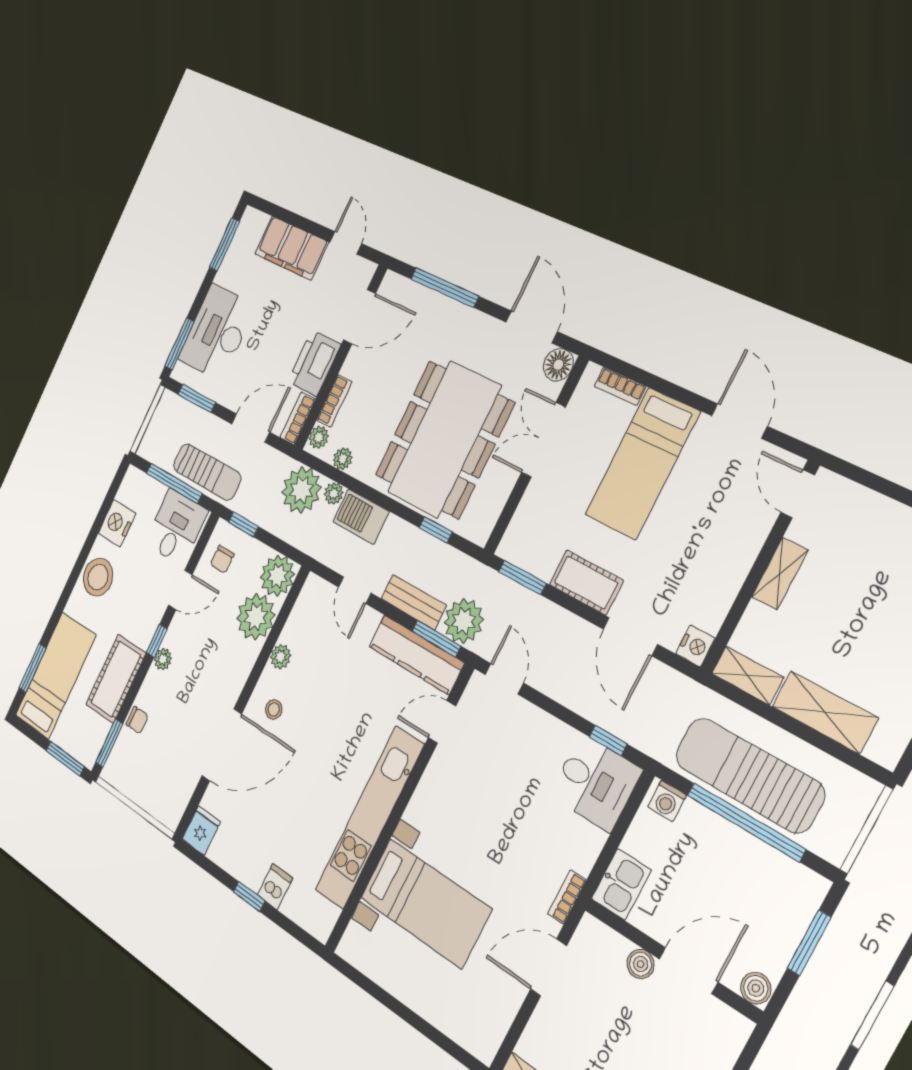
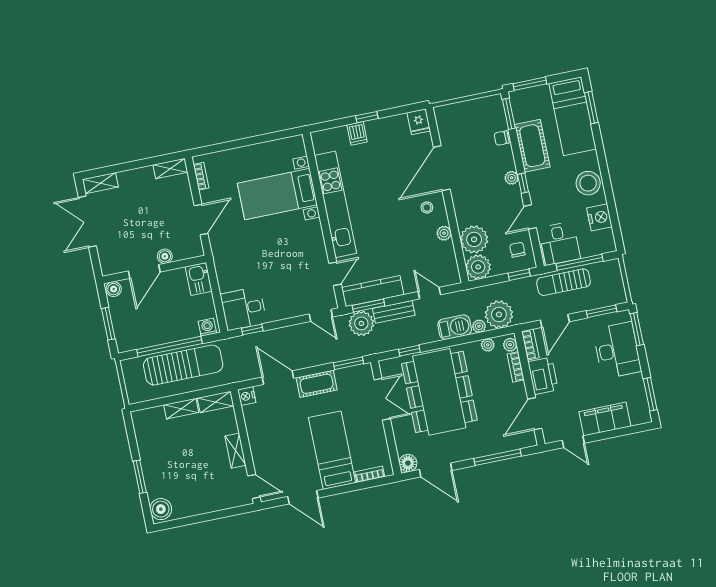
double door: (544, 440) -> (382, 399), moved
shelving: (825, 712) -> (181, 409), width x0.67, depth x0.75
bookcase: (567, 897) -> (201, 176), moved

